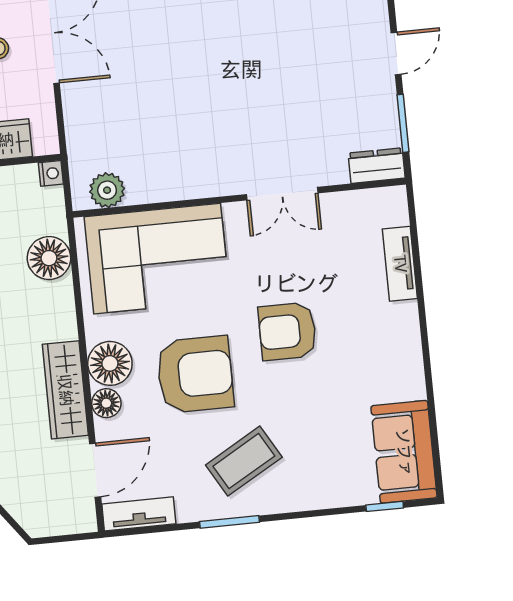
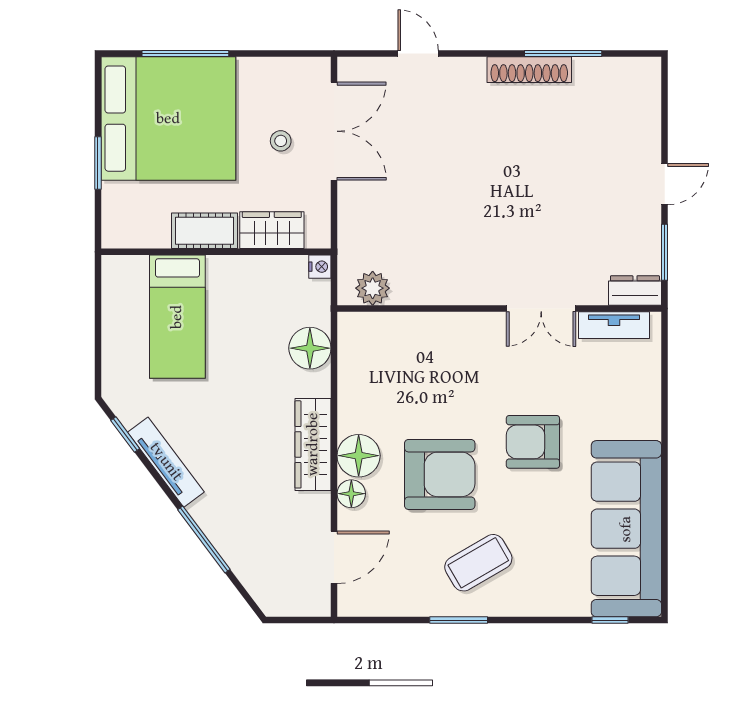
corner sofa: (157, 259) -> (414, 359), removed
tv unit: (400, 264) -> (614, 325), moved, turned -90
wardrobe: (65, 390) -> (313, 444), moved
sofa: (404, 452) -> (626, 529), width x1.85, depth x1.27
tv unit: (139, 514) -> (372, 604), removed

